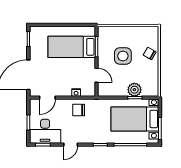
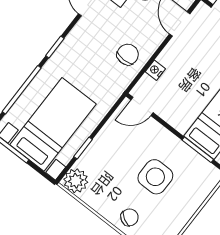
door: (96, 75) -> (142, 106), moved
plant: (134, 90) -> (76, 181), moved

